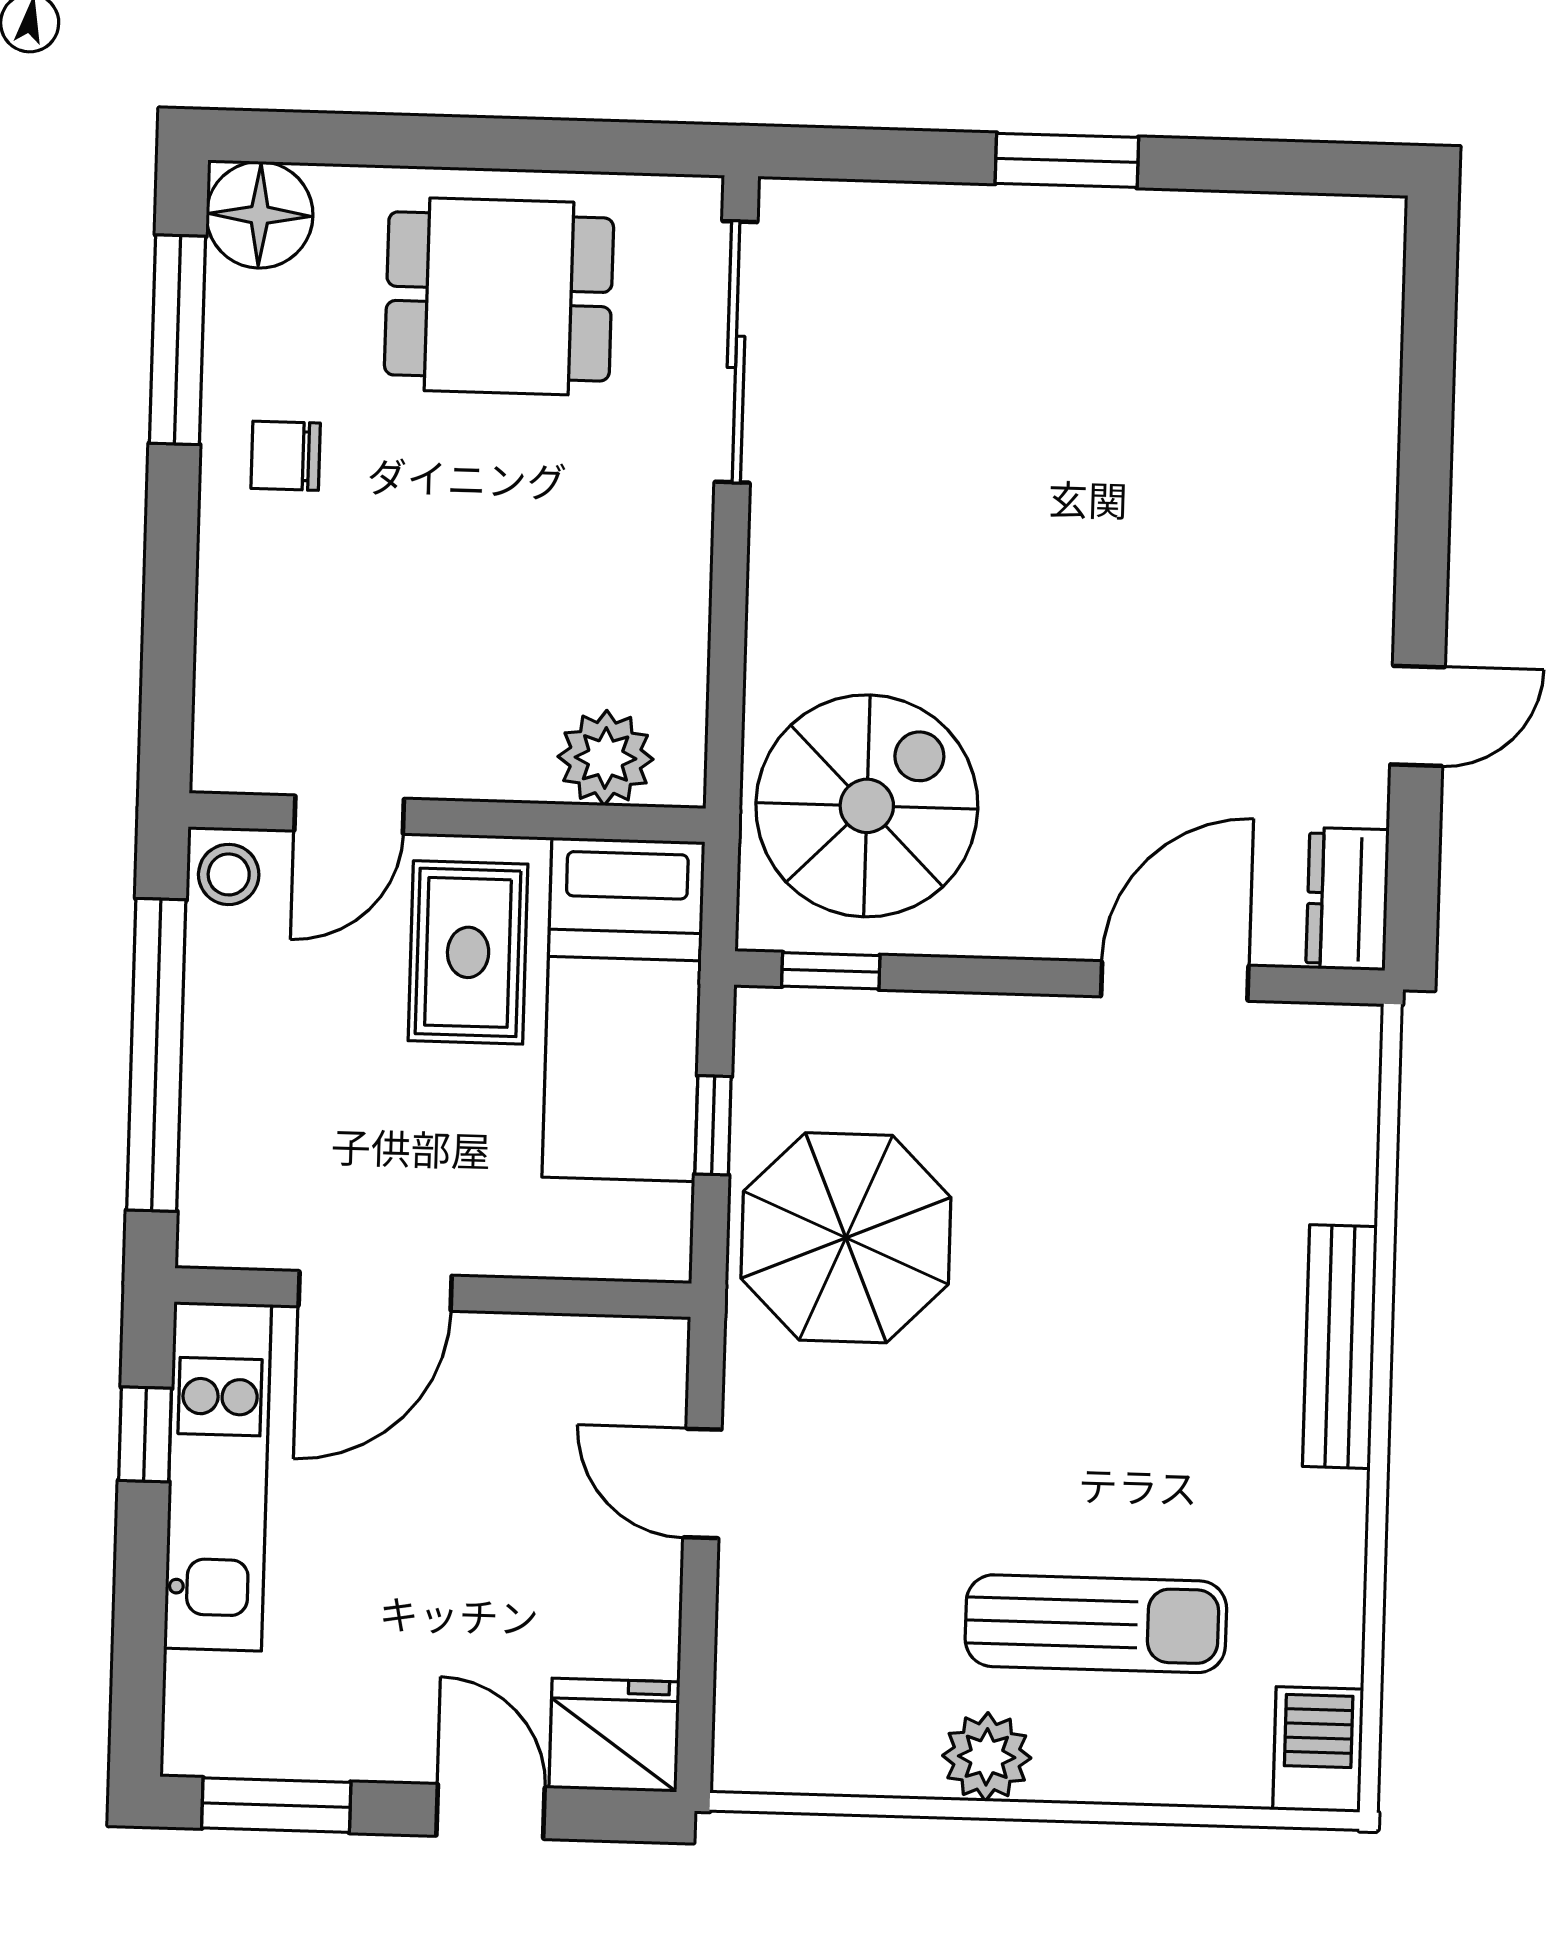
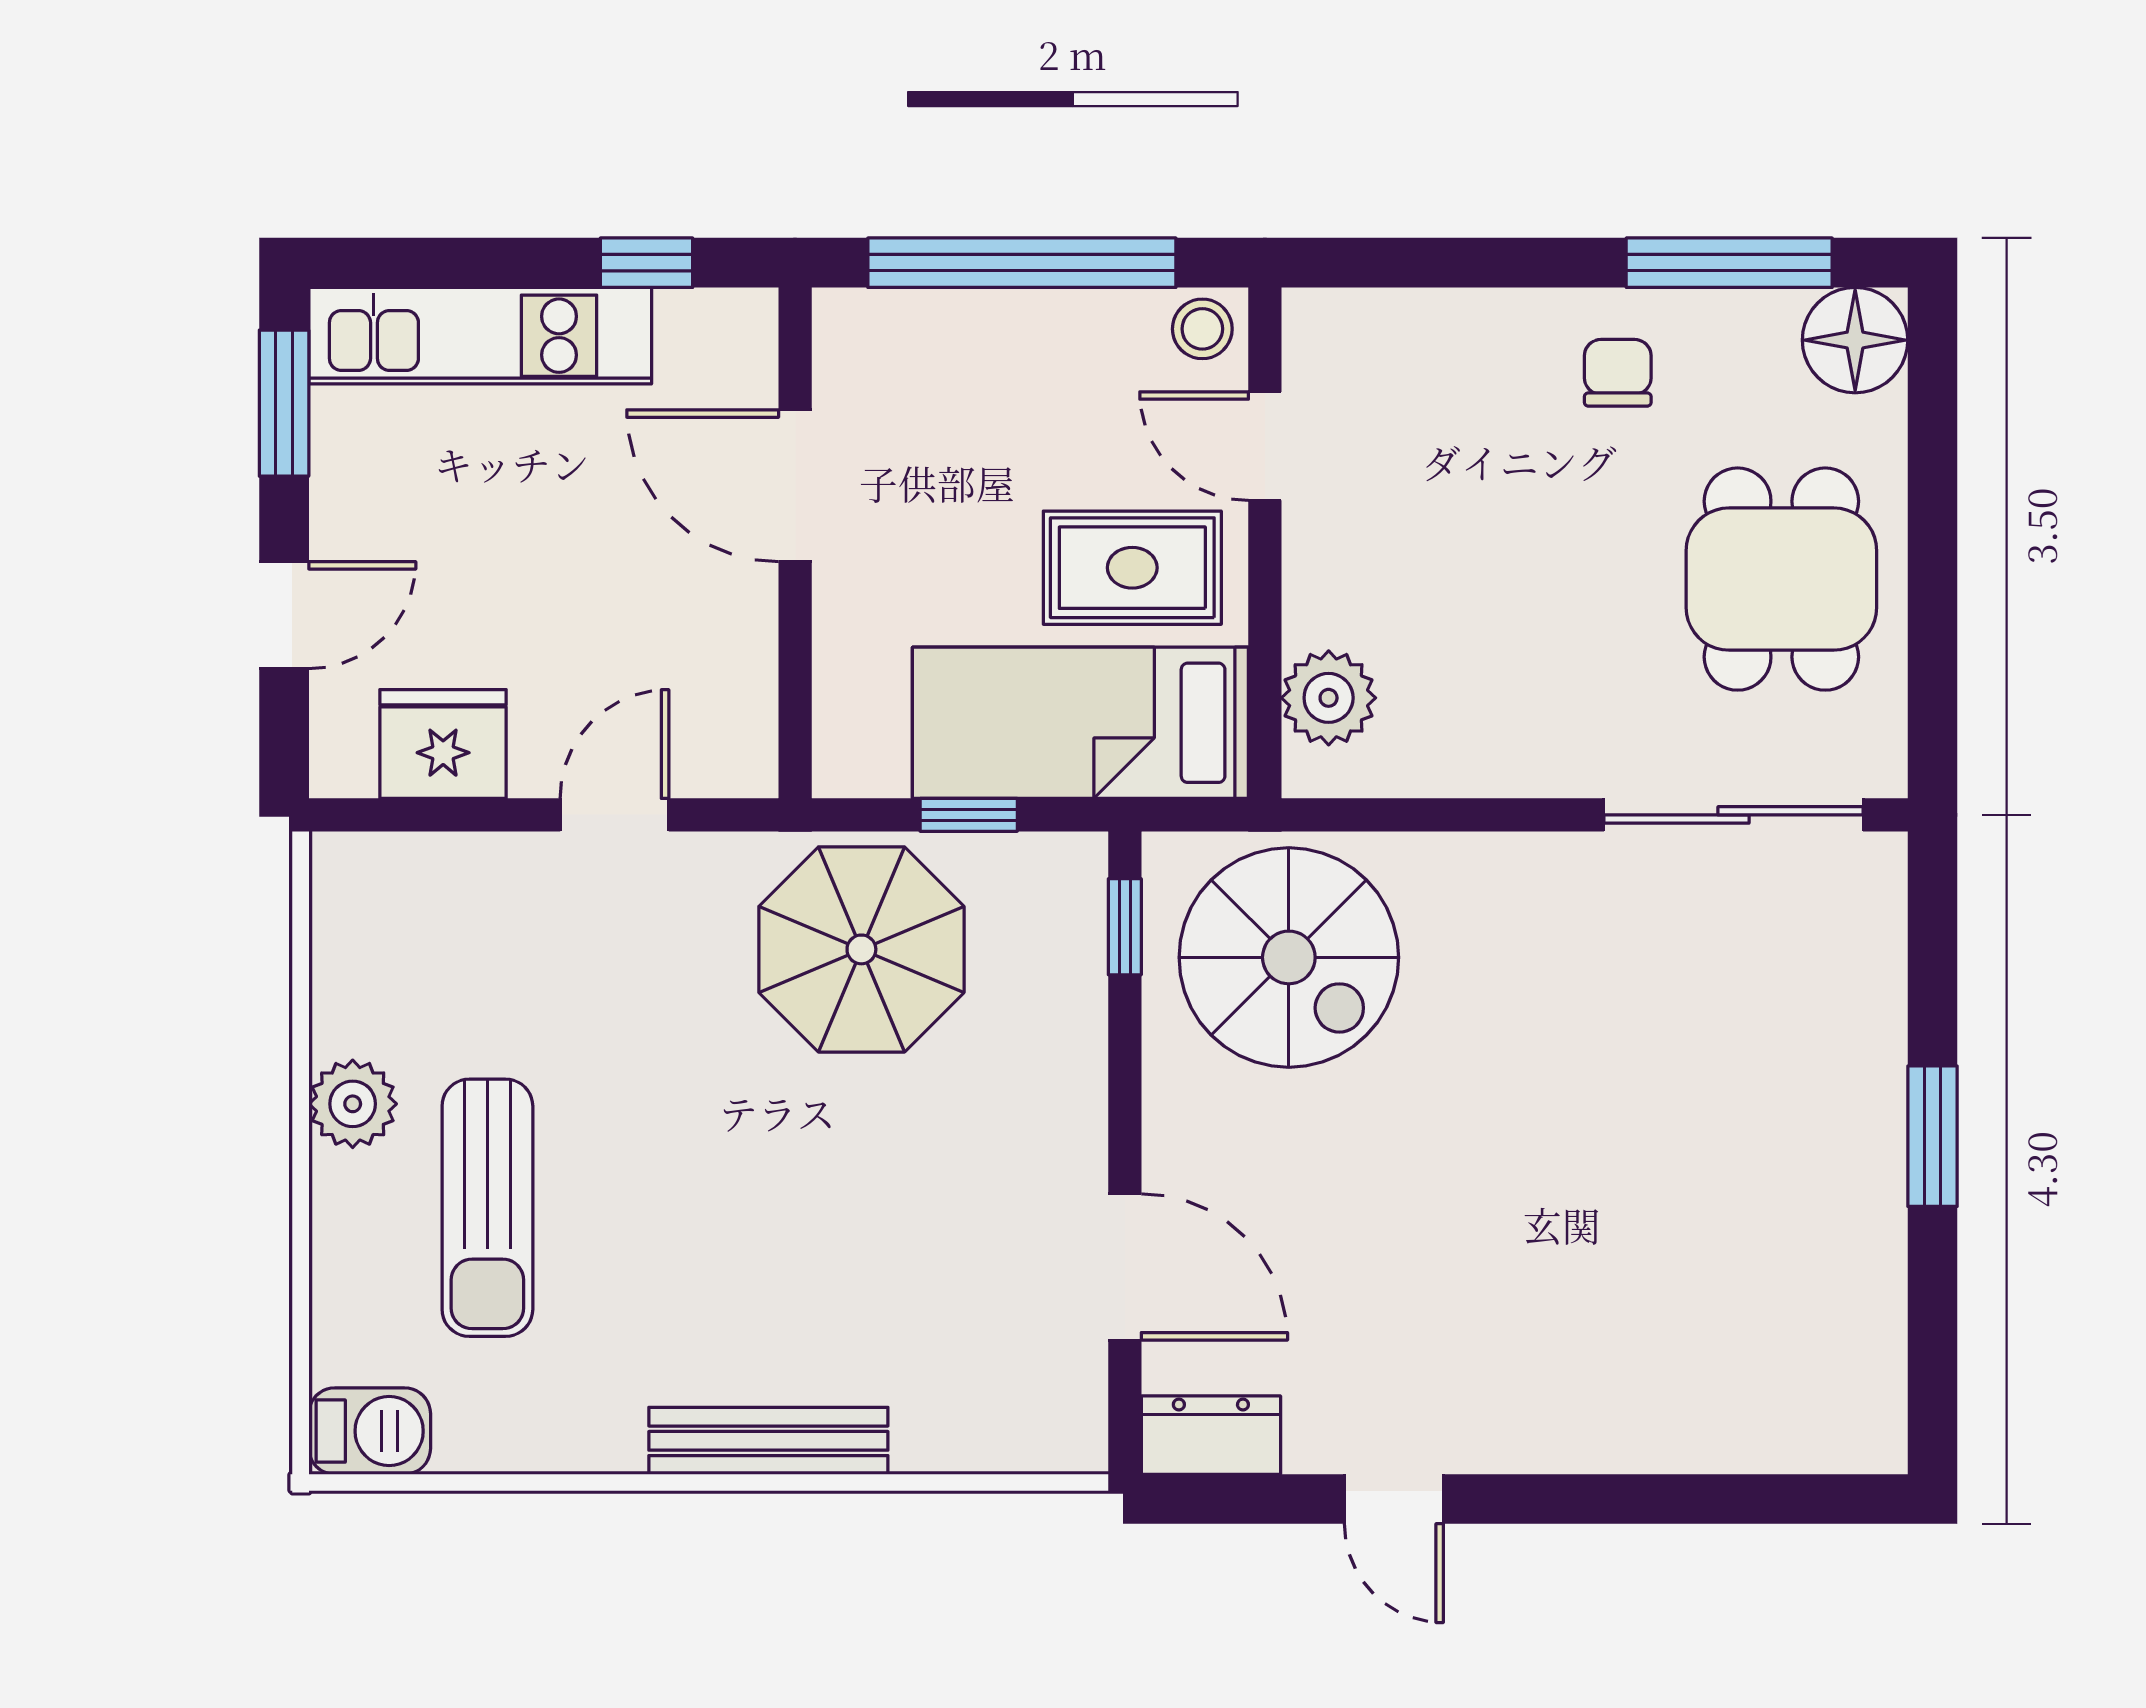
kitchen unit: (218, 1476) -> (480, 336), moved
fridge: (614, 1735) -> (443, 744), moved, turned -90

